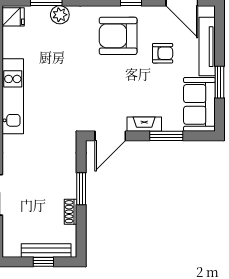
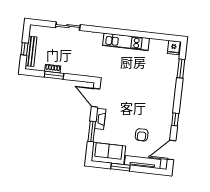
plant: (60, 15) -> (172, 76), removed
armchair: (118, 36) -> (155, 109), removed
window: (81, 189) -> (54, 75), moved

